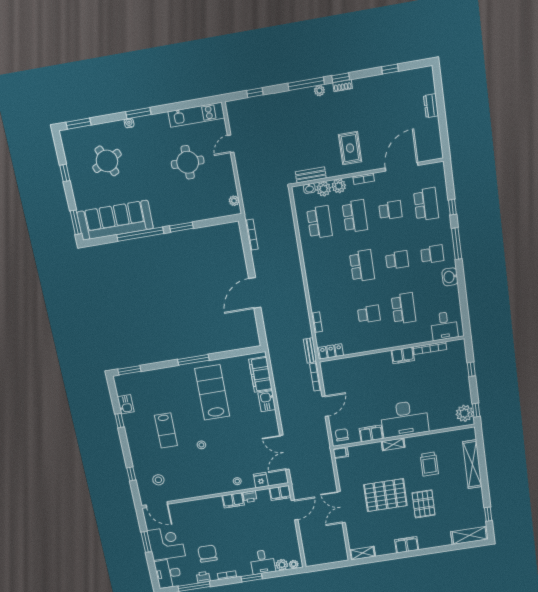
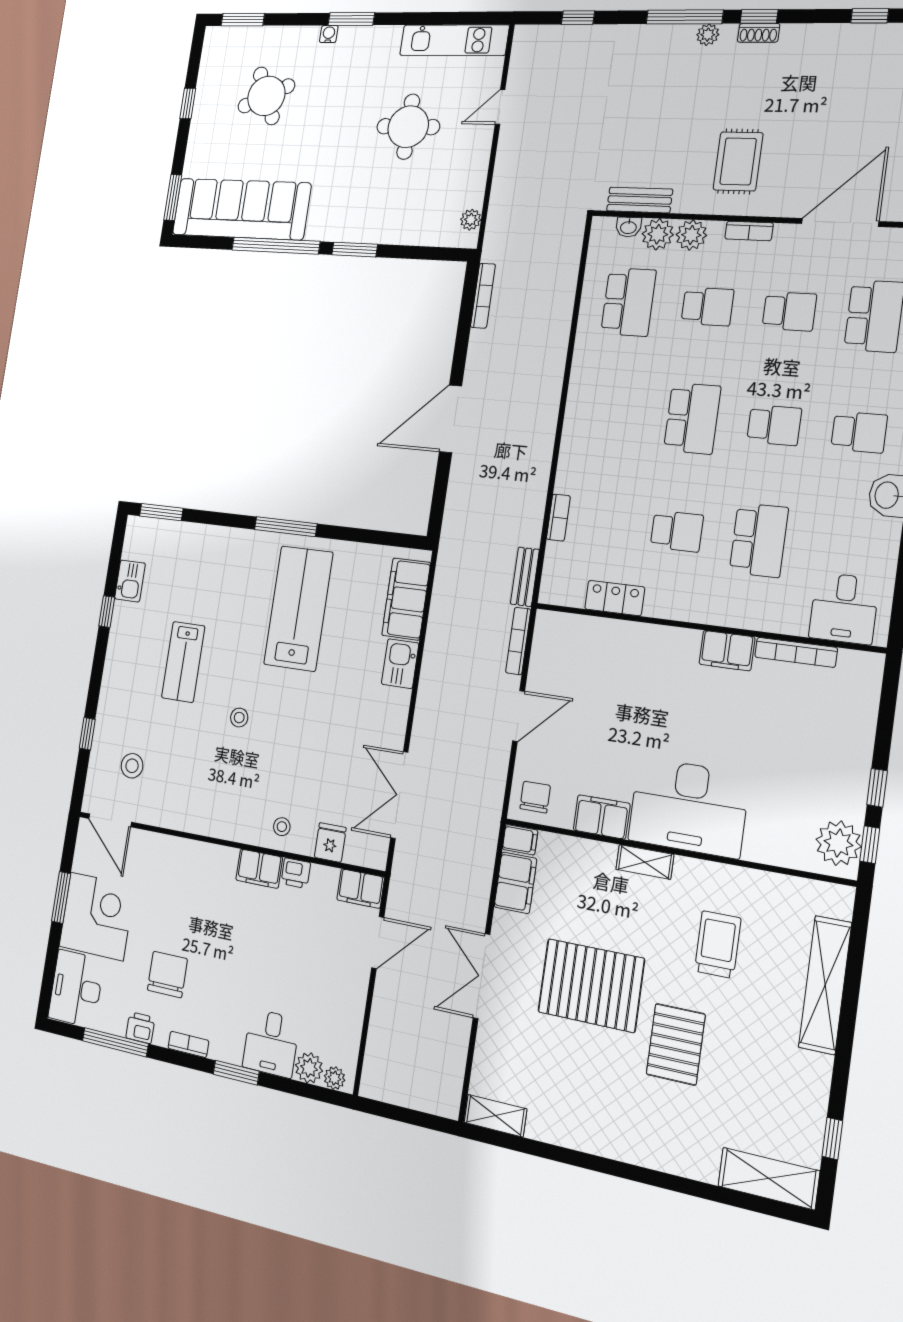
school desk: (355, 216) -> (707, 307), width x0.54
locker: (331, 351) -> (615, 598), moved
window: (471, 369) -> (877, 788), moved
trolley: (429, 464) -> (718, 944), turned 180
filing cabinet: (407, 545) -> (515, 883), moved, turned 90

